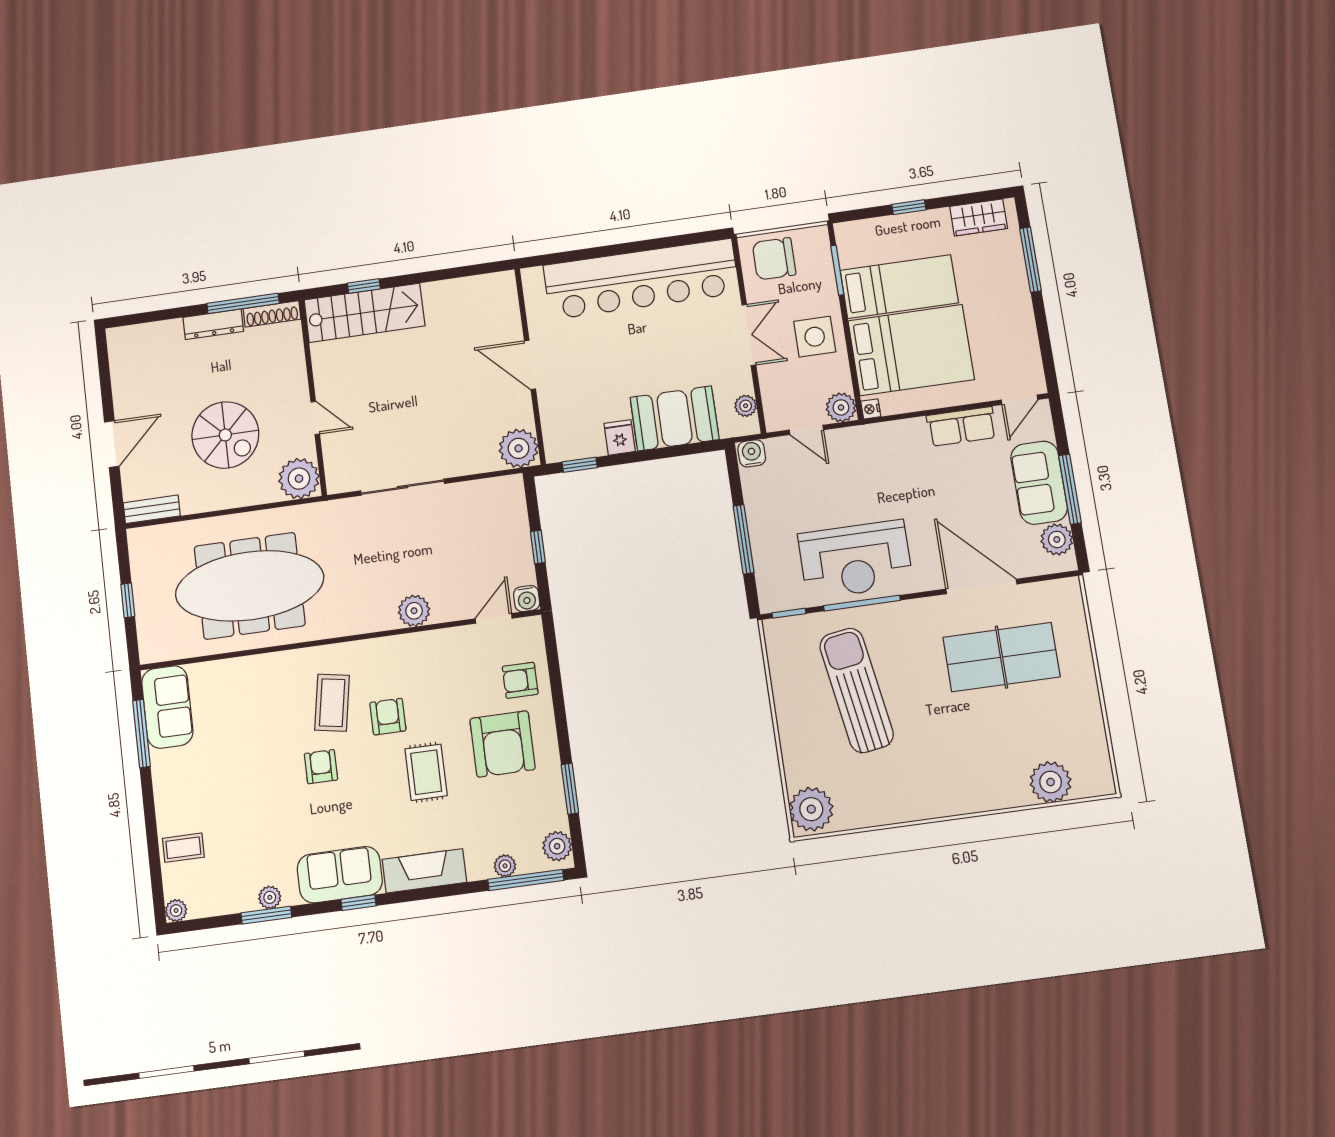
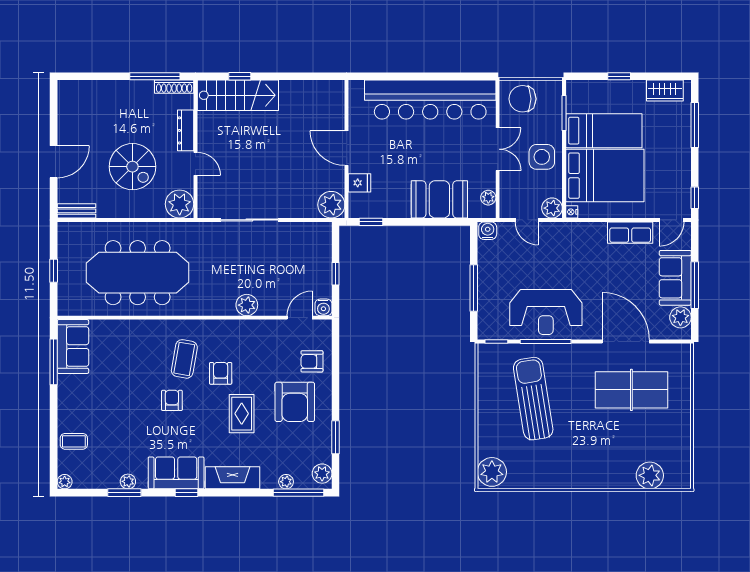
dresser: (213, 324) -> (186, 130), moved, turned 90
window: (1048, 363) -> (695, 198), added
fridge: (620, 437) -> (360, 183), moved, turned 90

